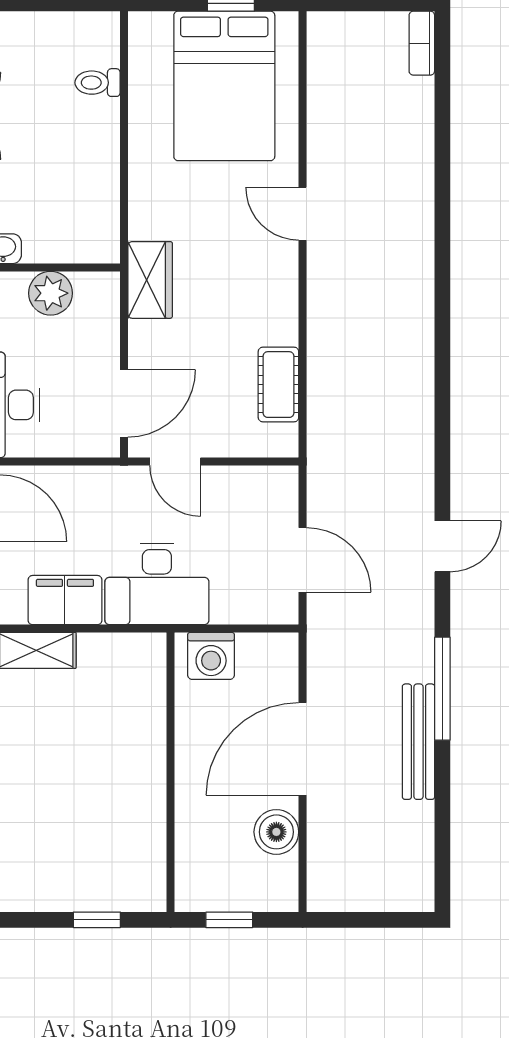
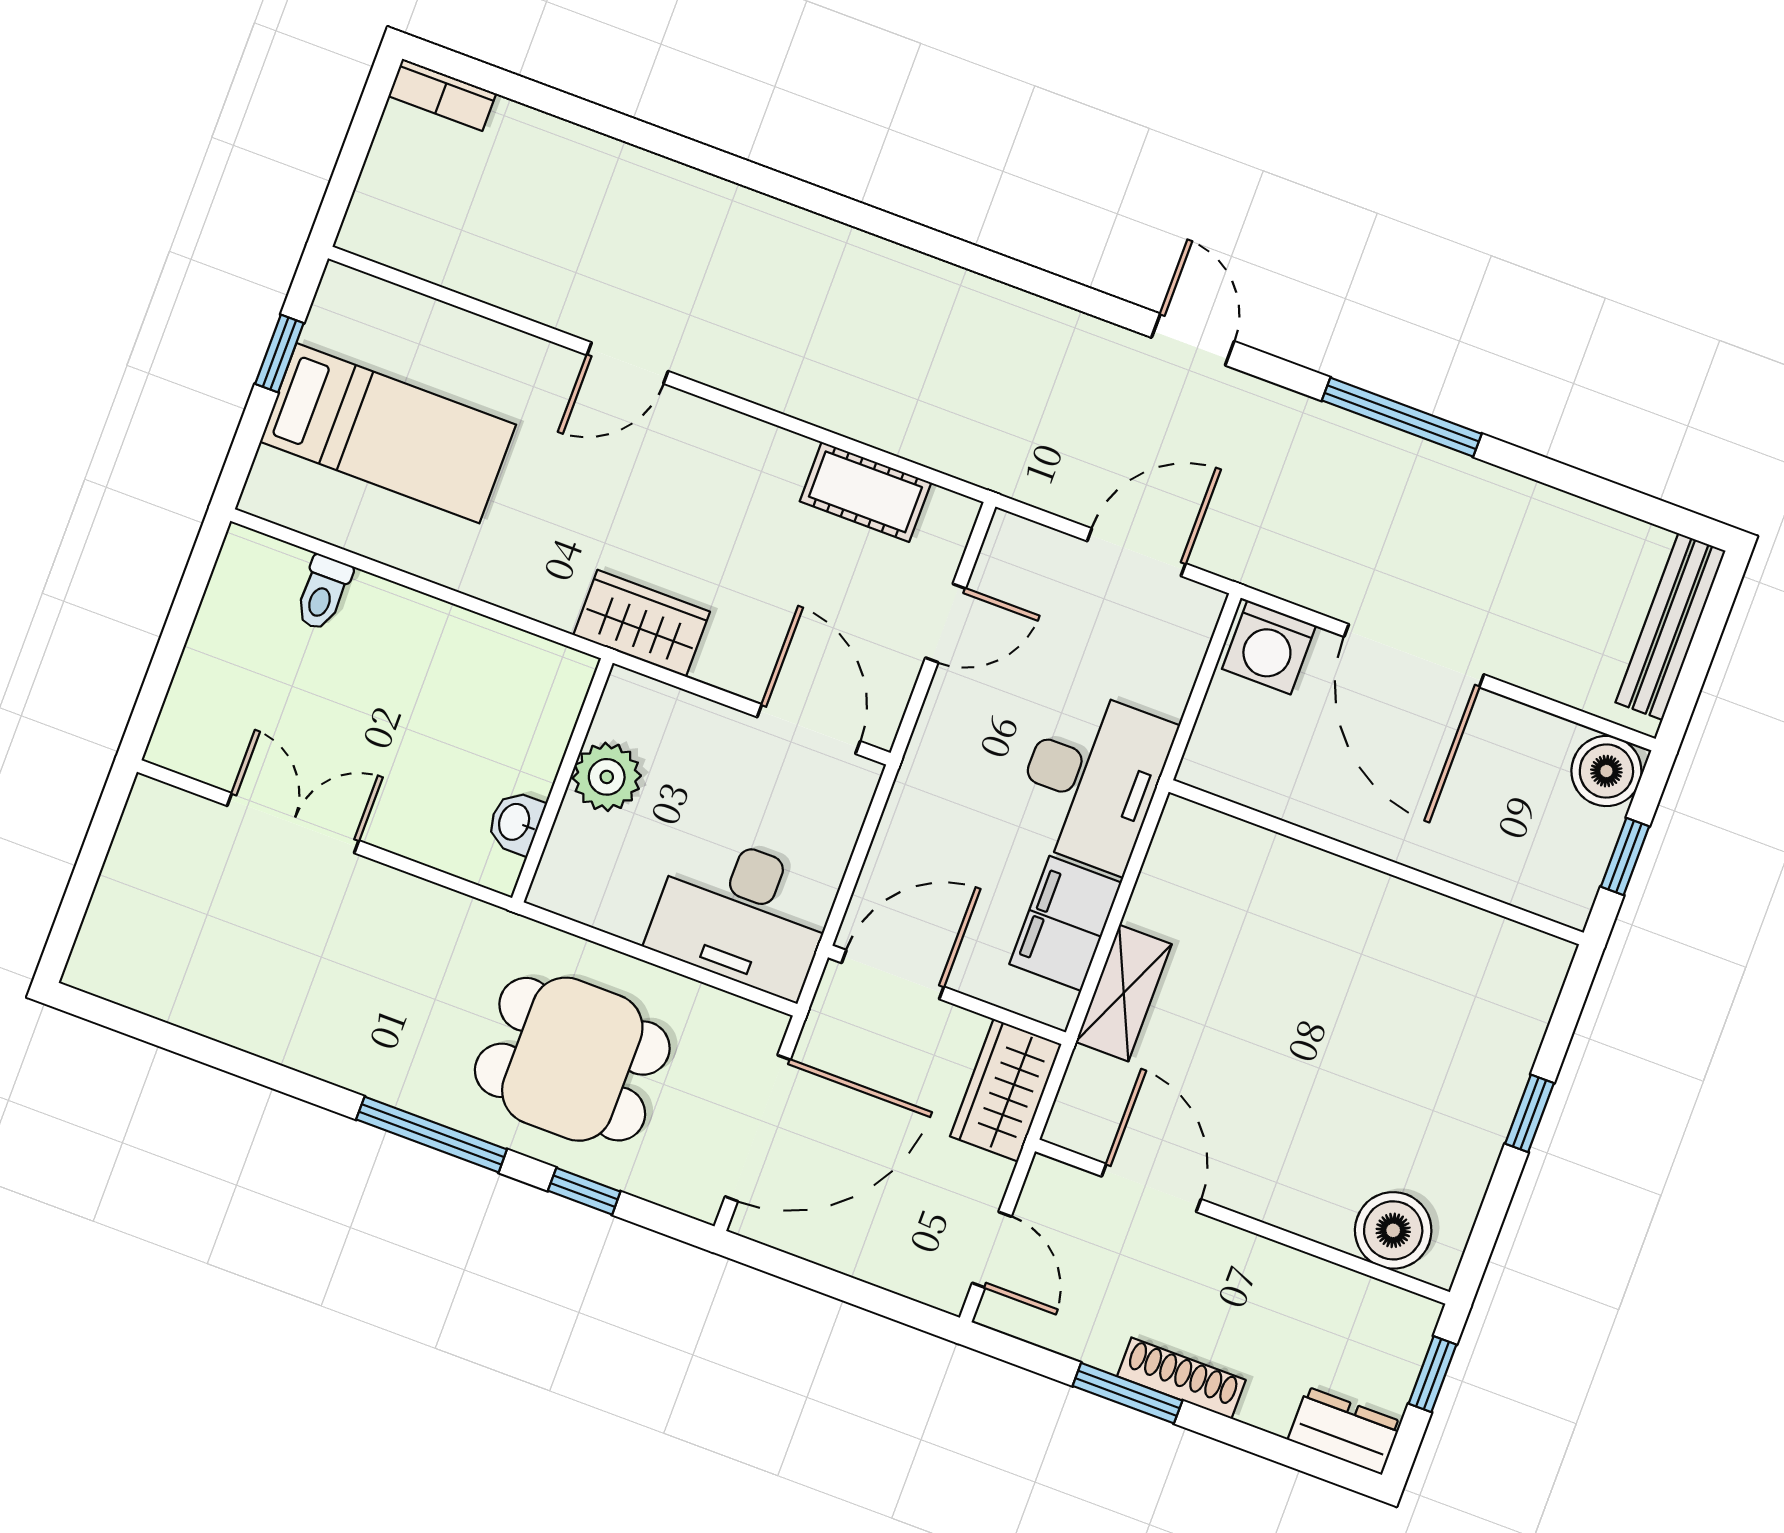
bed: (224, 86) -> (388, 433), width x0.67
door: (175, 462) -> (945, 623), moved
washing machine: (211, 656) -> (1269, 647), moved, turned 90
bench: (418, 742) -> (1671, 627), moved, turned 90
boiler: (276, 832) -> (1606, 771), moved
window: (97, 920) -> (1529, 1113), moved

